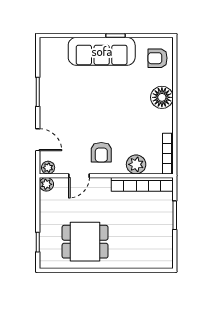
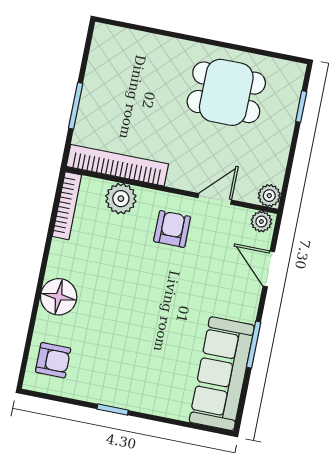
sofa: (102, 51) -> (222, 374), moved, turned -90

